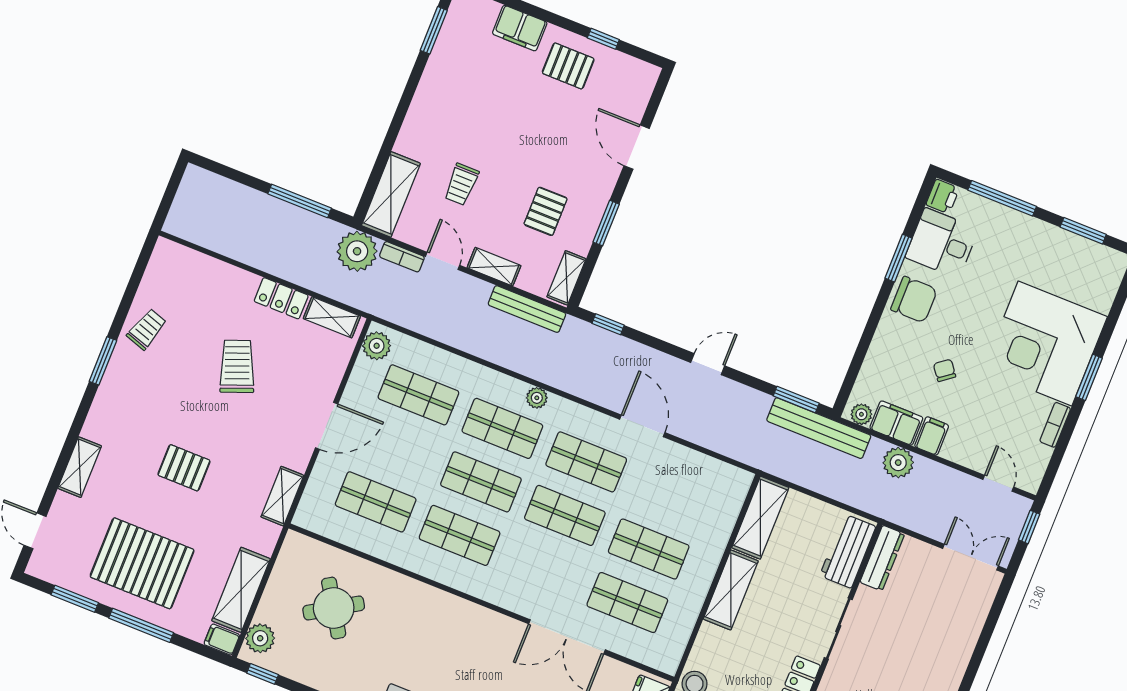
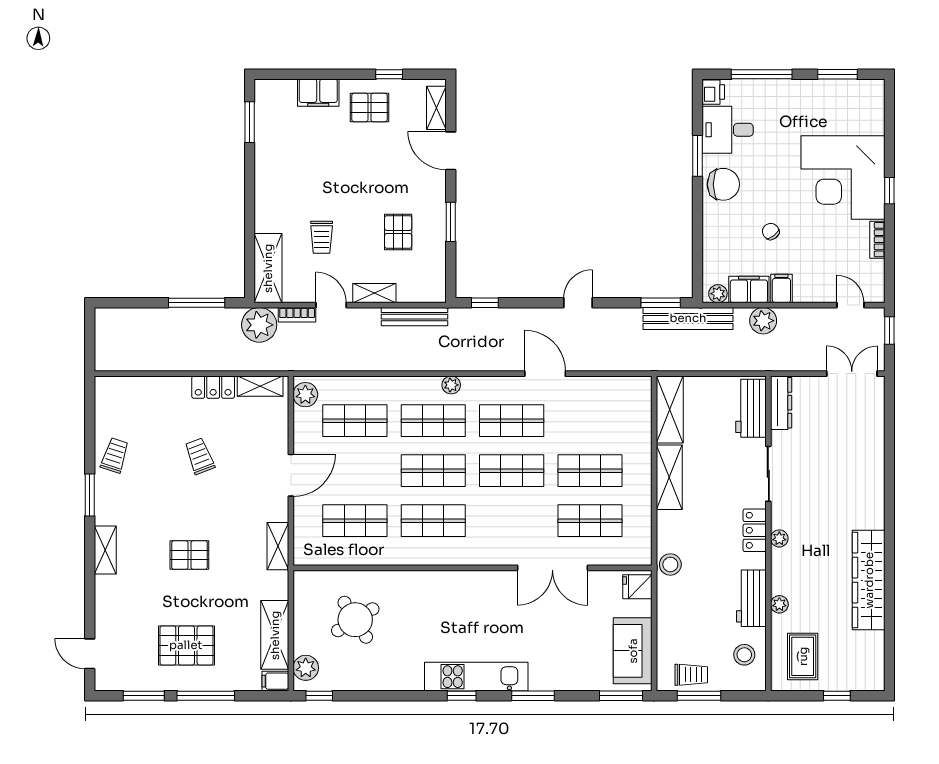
shelving: (566, 278) -> (436, 108), moved
trolley: (237, 366) -> (200, 456), width x0.73, depth x0.72
window: (1089, 377) -> (889, 191), width x0.67
shelving: (80, 467) -> (105, 550), moved
pallet: (142, 563) -> (186, 645), width x0.73, depth x0.71

